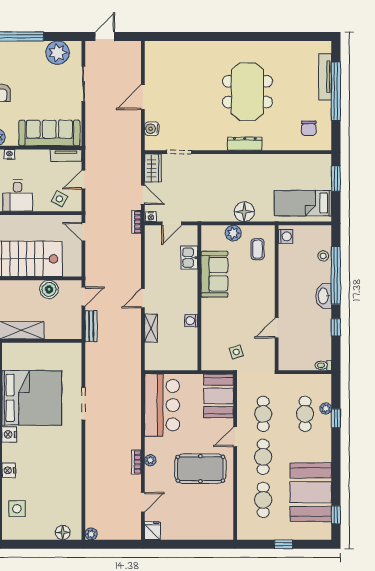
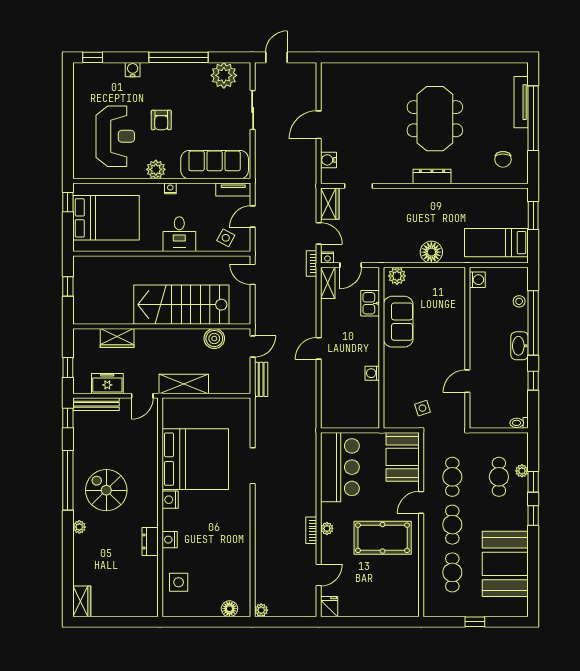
plant: (233, 233) -> (397, 276), moved
coffee table: (257, 249) -> (446, 294), removed
shelving: (151, 328) -> (328, 283), moved
window: (336, 515) -> (533, 515), moved

